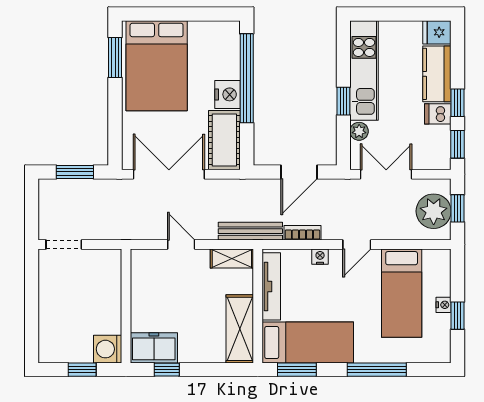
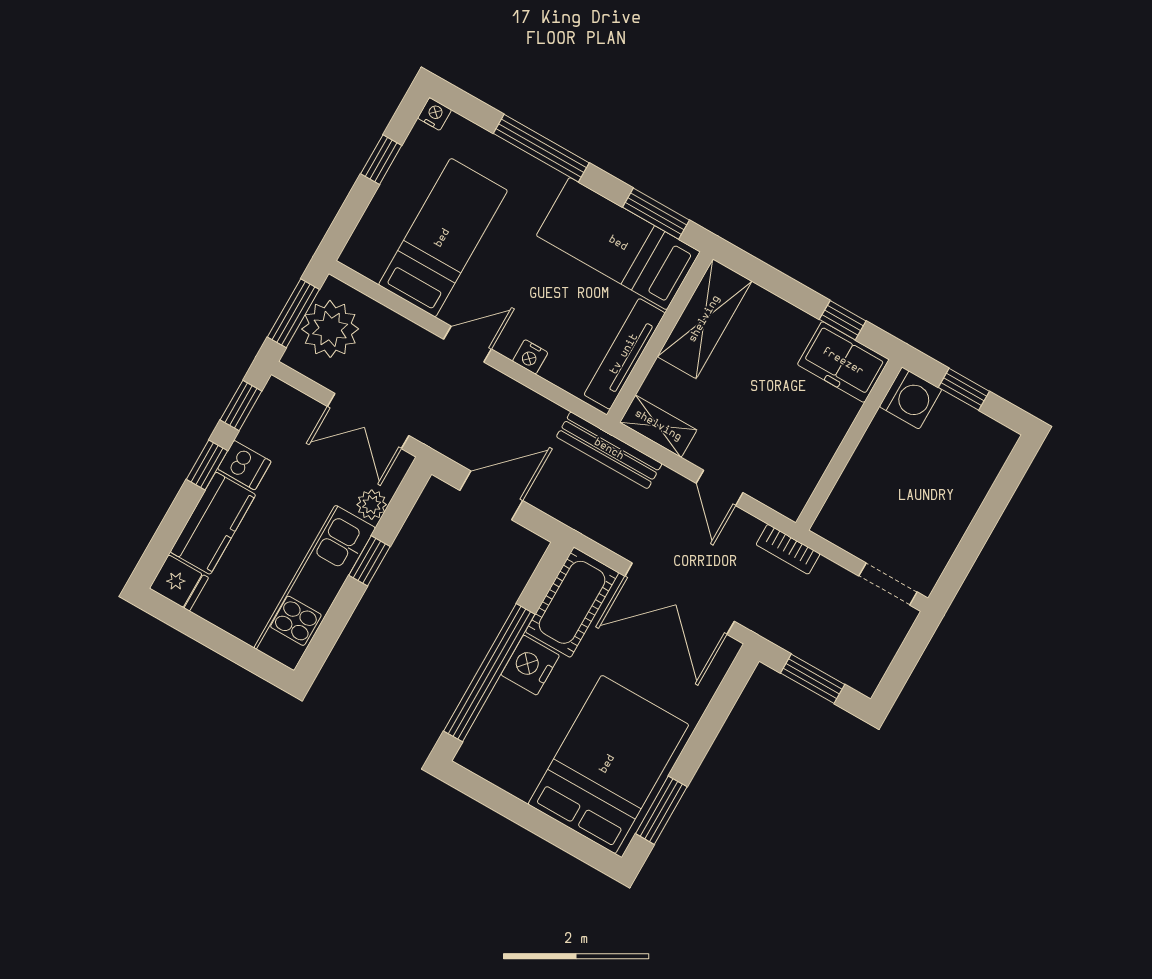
window: (458, 208) -> (293, 313), width x1.50
bookcase: (302, 233) -> (788, 549), moved
nightstand: (444, 305) -> (435, 114), moved, turned 90

